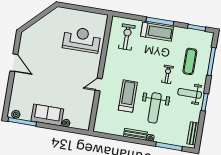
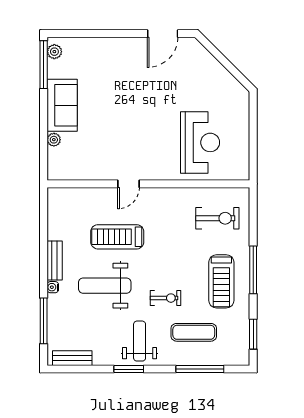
treadmill: (157, 32) -> (221, 281), moved
door: (14, 63) -> (163, 34), moved
door: (99, 85) -> (129, 184), swing flipped
treadmill: (128, 96) -> (117, 237), turned 180

